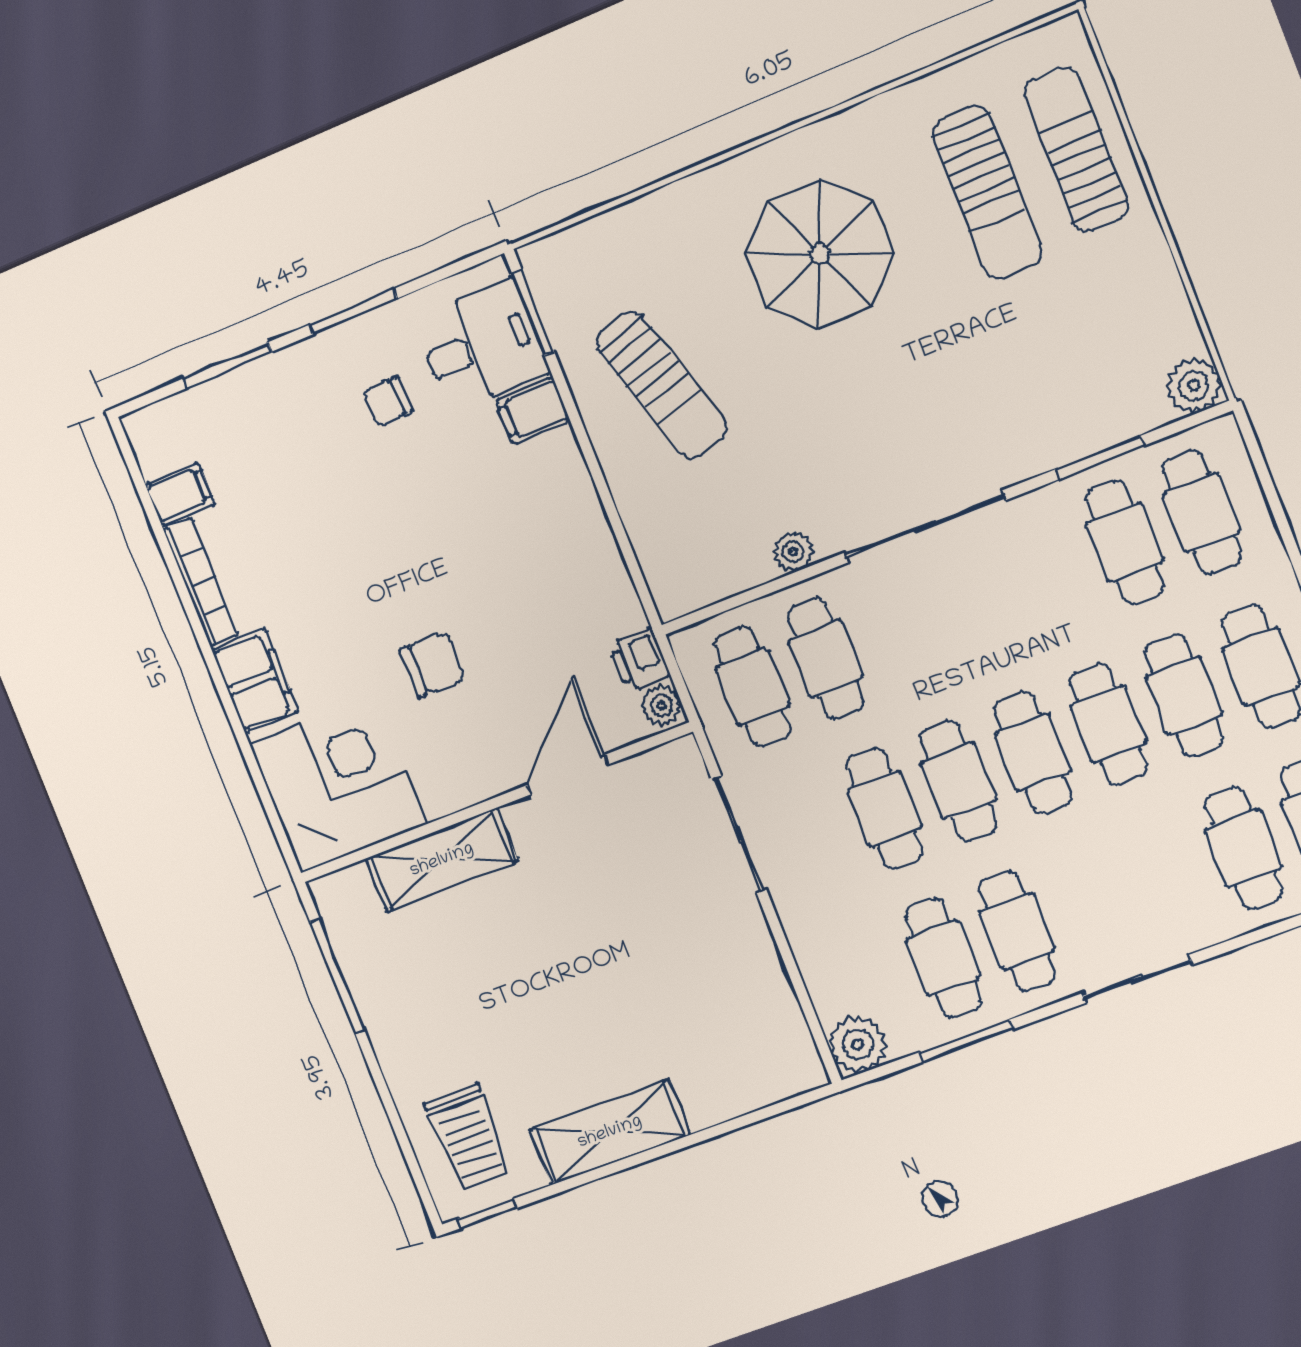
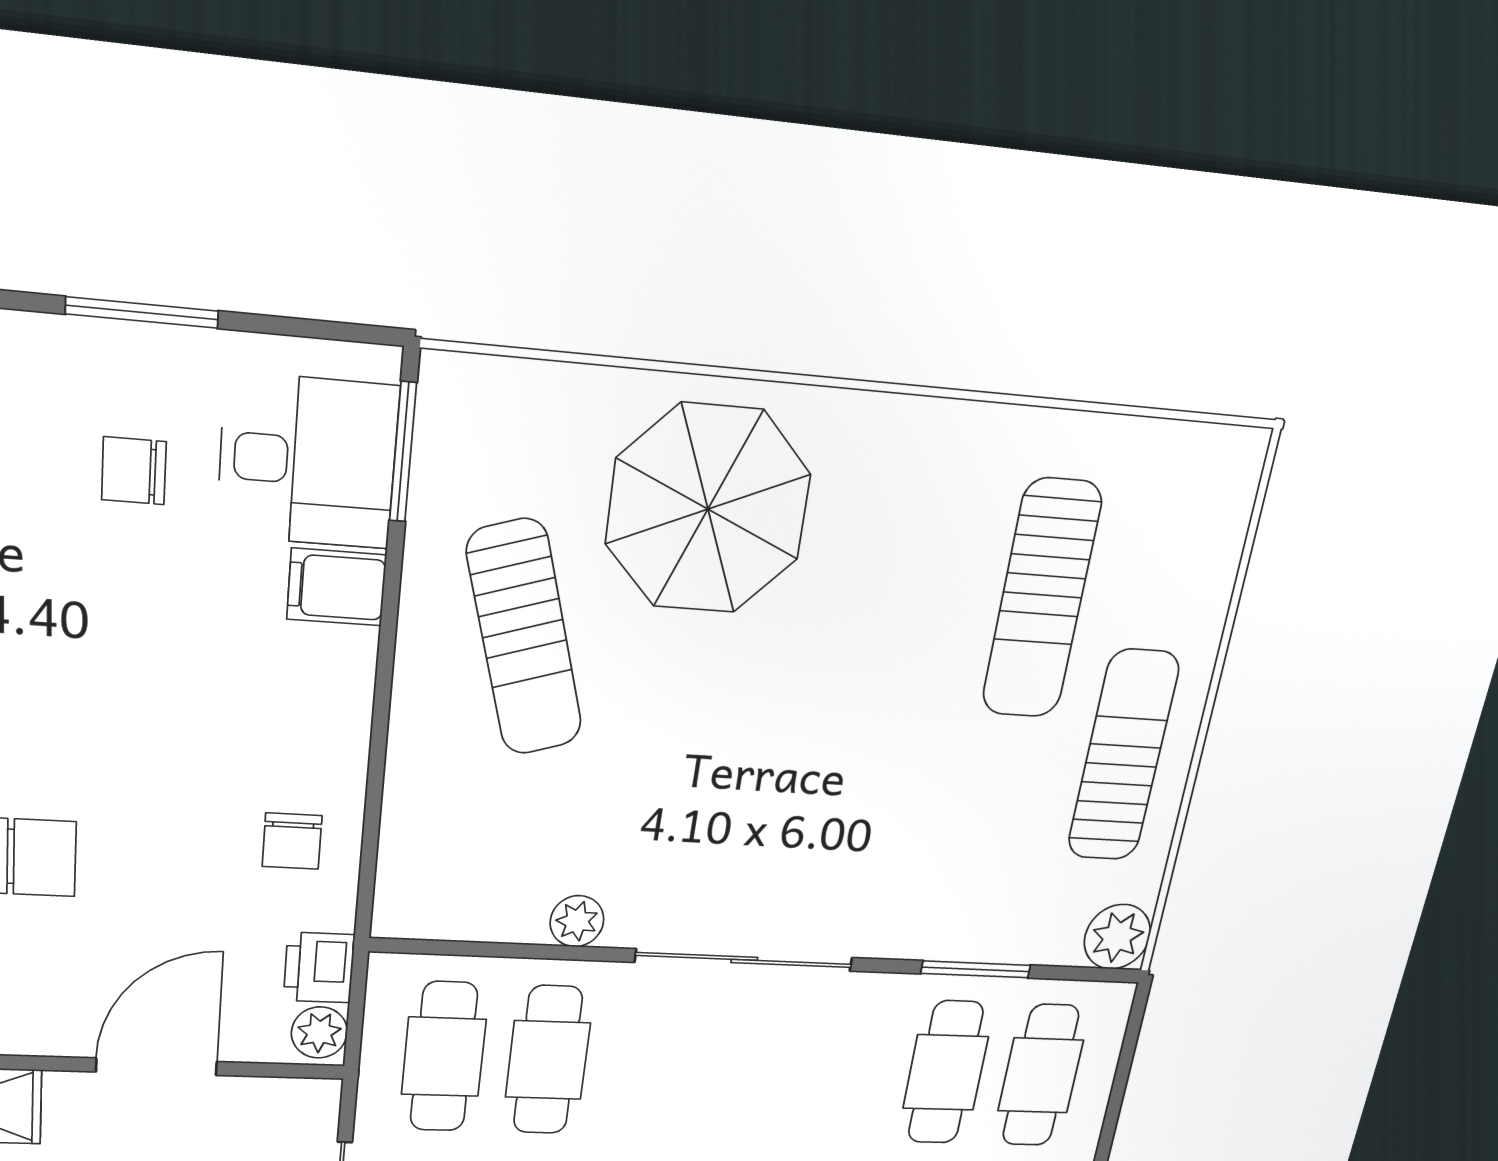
sun lounger: (1076, 149) -> (1123, 756), moved
parasol: (820, 254) -> (708, 509), moved
chair: (582, 582) -> (292, 841), added

